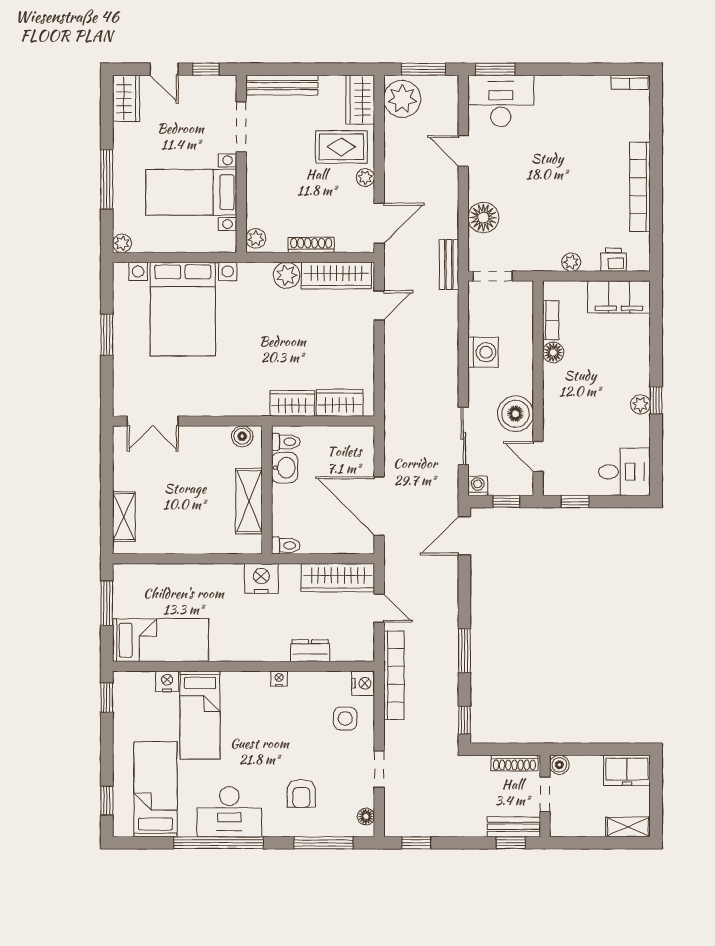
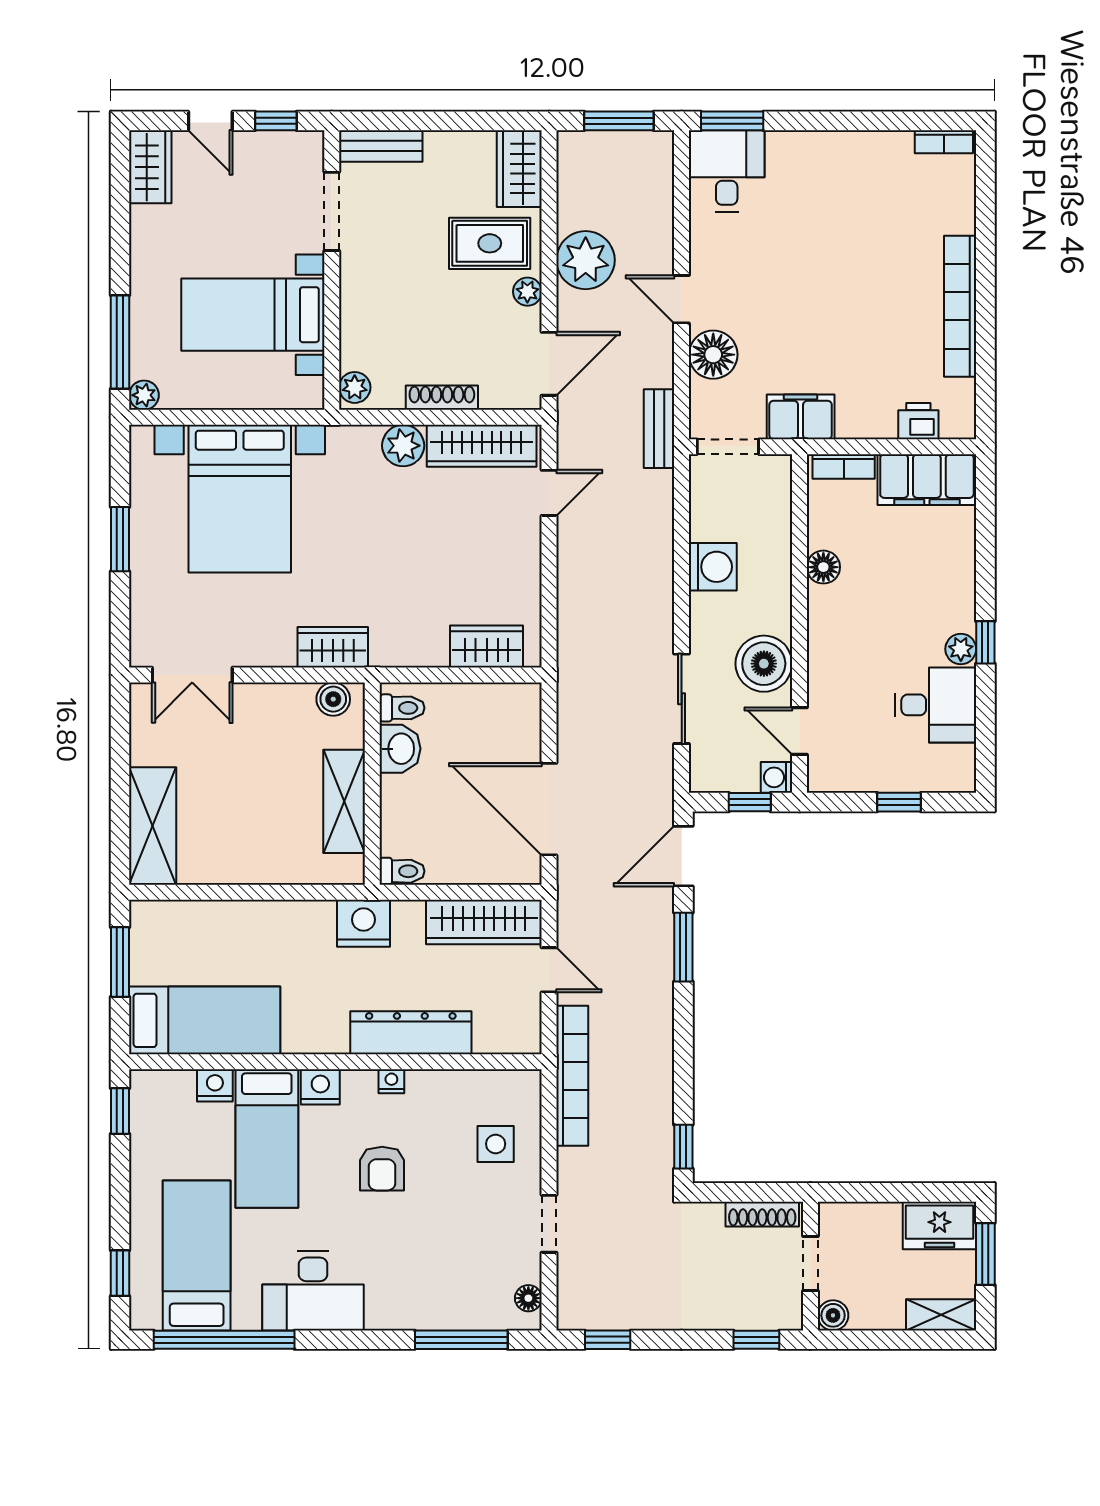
bench: (282, 85) -> (381, 146), width x0.73
plant: (402, 99) -> (586, 260), moved
desk: (501, 101) -> (727, 171), width x0.73
door: (463, 151) -> (682, 299), moved
window: (107, 179) -> (120, 342), moved
filing cabinet: (539, 257) -> (801, 417), added
plant: (571, 262) -> (852, 425), removed
bookcase: (551, 320) -> (844, 467), moved, turned 90
wardrobe: (292, 403) -> (333, 647), moved
desk: (624, 472) -> (936, 705), moved
washing machine: (478, 486) -> (776, 777), moved, turned -90
window: (575, 502) -> (899, 802), moved
shelving: (124, 517) -> (153, 826), width x1.50, depth x1.33
dresser: (310, 651) -> (411, 1033), width x1.96, depth x1.24
window: (464, 651) -> (683, 947), moved
nightstand: (363, 683) -> (320, 1087), moved, turned -90
boiler: (559, 765) -> (833, 1315), moved
window: (656, 788) -> (985, 1254), added
armchair: (301, 794) -> (382, 1169), moved
bench: (514, 827) -> (761, 1315), removed
window: (219, 843) -> (224, 1340), moved

